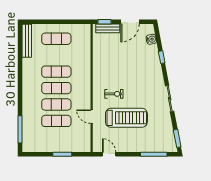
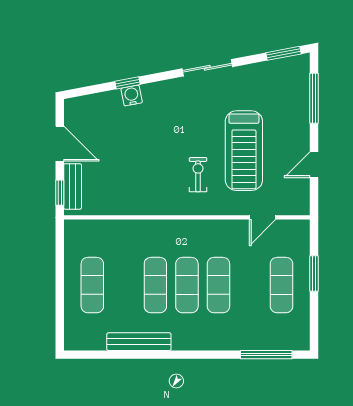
water cooler: (151, 39) -> (132, 96), moved
bench: (27, 41) -> (139, 342), moved
door: (92, 117) -> (262, 217), moved
treadmill: (126, 118) -> (244, 151), turned 180
exercise mat: (56, 121) -> (282, 285), moved
door: (109, 154) -> (314, 165), moved

